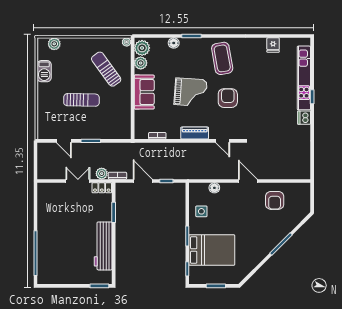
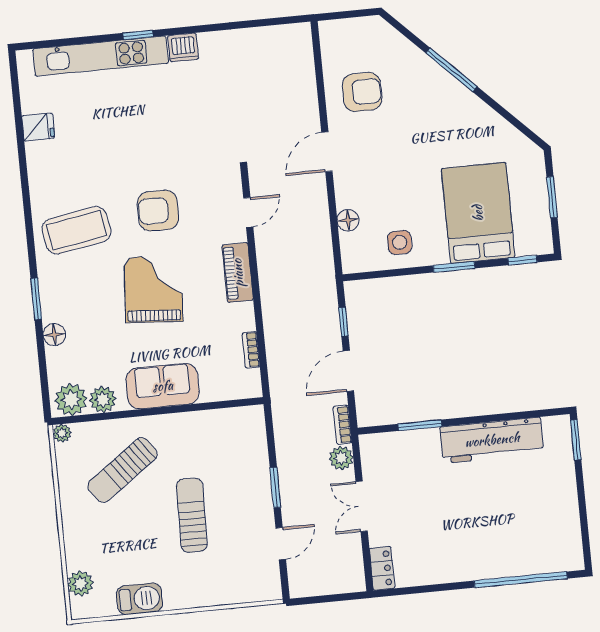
locker: (102, 188) -> (382, 568), moved

